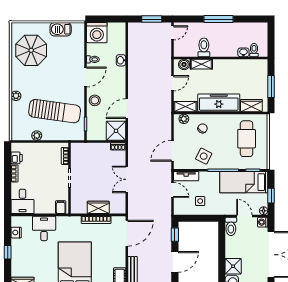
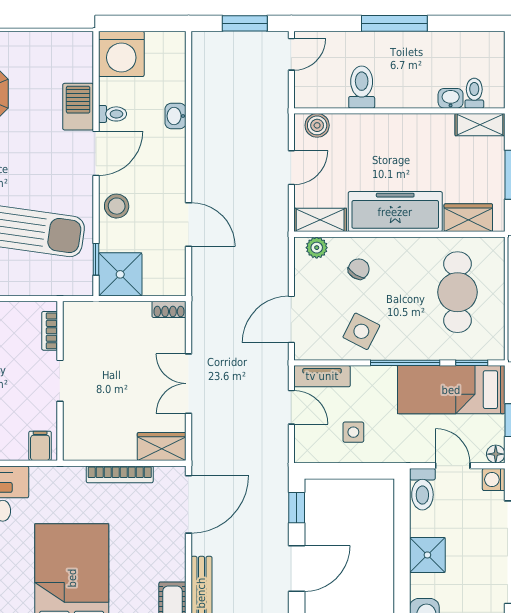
barbecue: (61, 29) -> (78, 107), moved, turned 90
shelving: (201, 64) -> (480, 125), moved
door: (127, 109) -> (189, 225), swing flipped
shower: (116, 131) -> (120, 274), moved
wardrobe: (98, 207) -> (162, 447), moved
shower: (233, 266) -> (427, 555), moved

